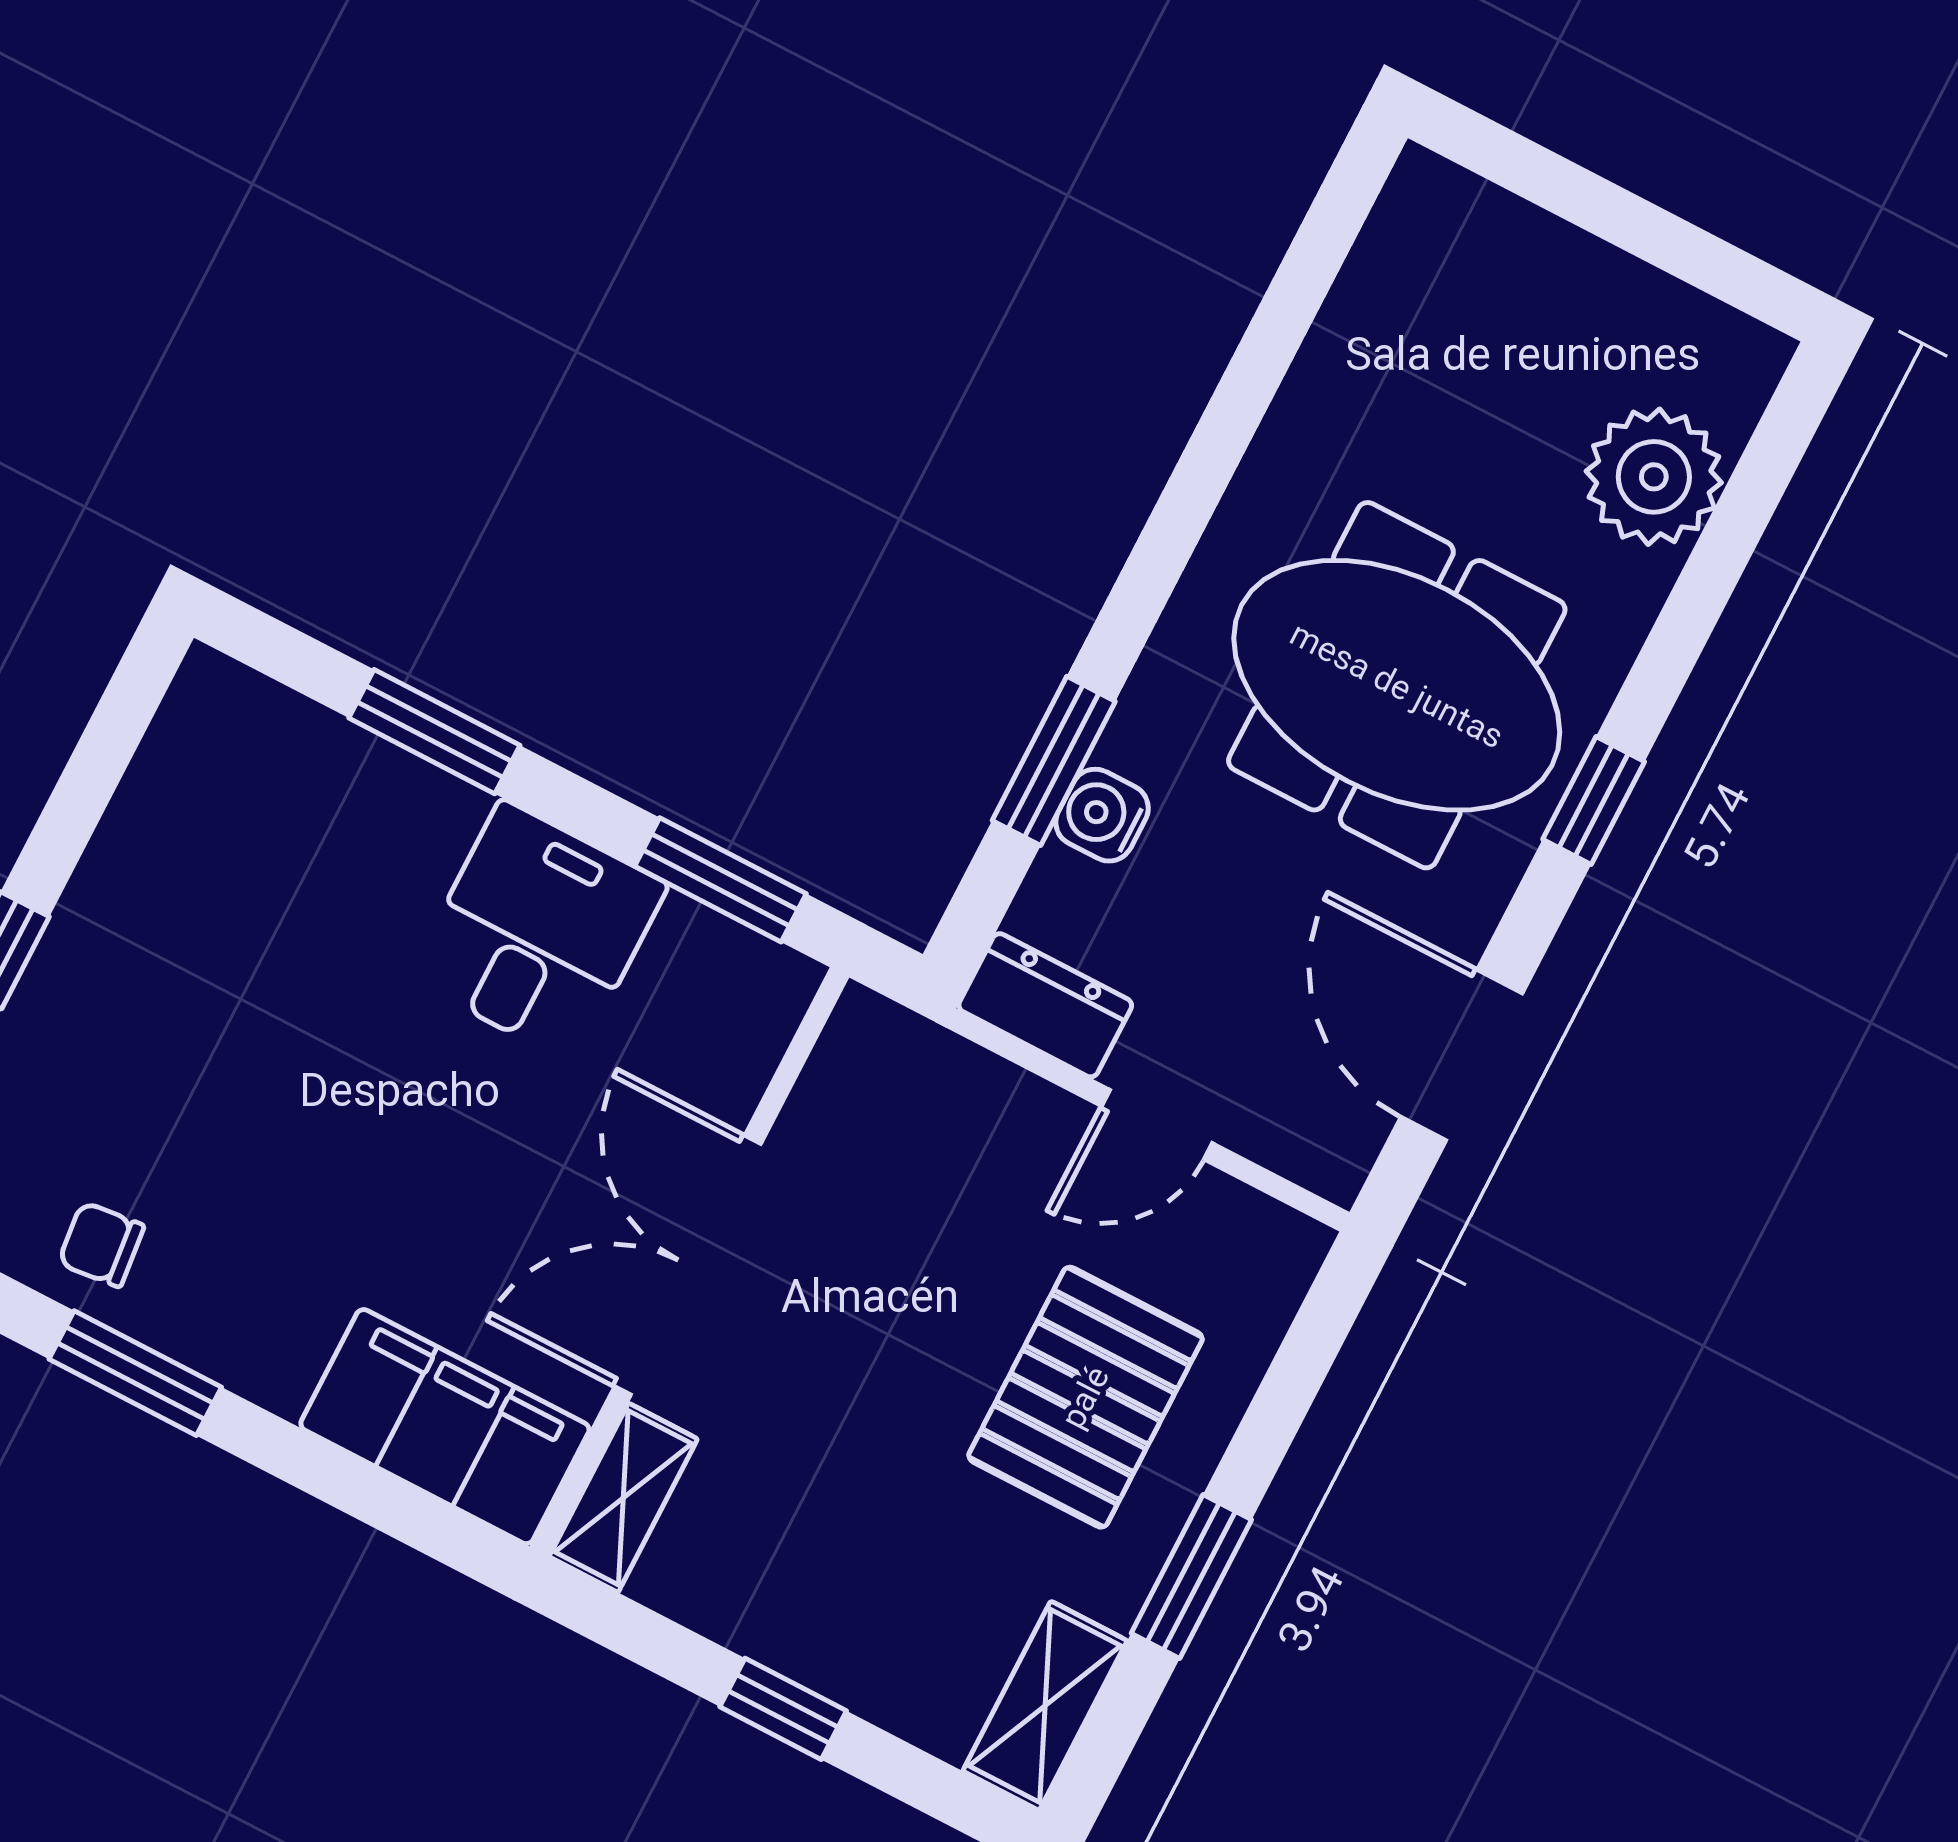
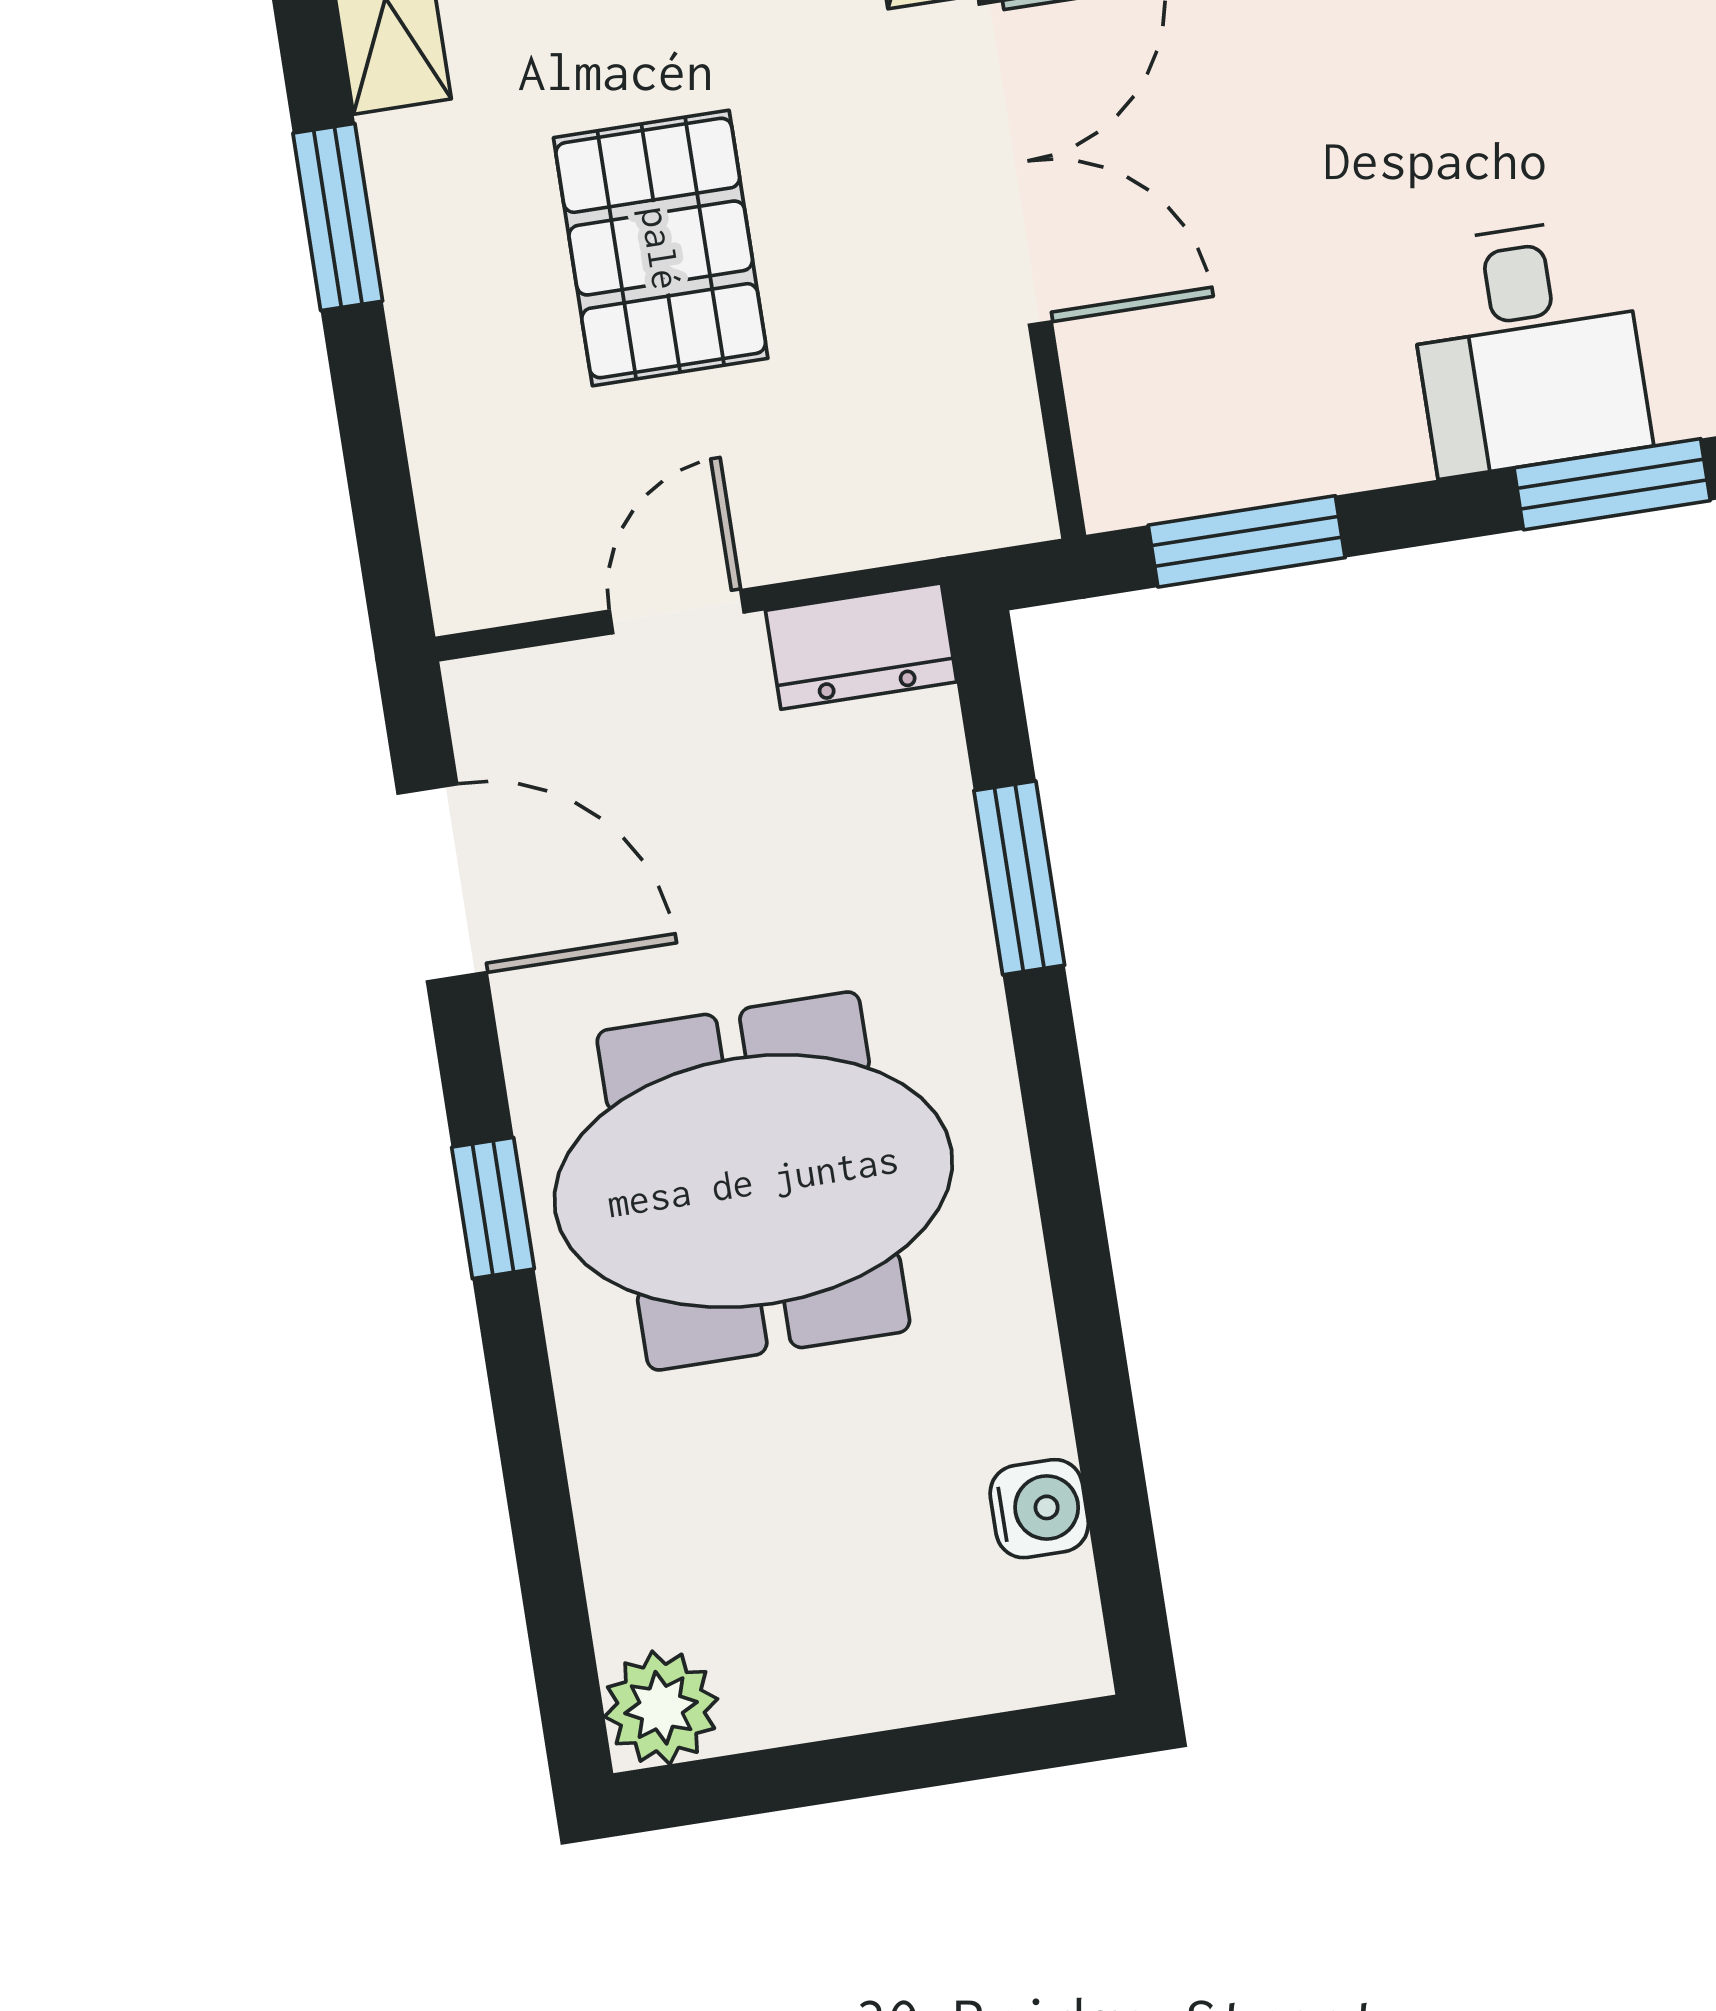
plant: (1654, 477) -> (661, 1708), moved, width x0.73, depth x0.73
water cooler: (1102, 815) -> (1039, 1509), moved
desk: (538, 932) -> (1528, 346), moved
pallet: (1085, 1397) -> (661, 248), moved

